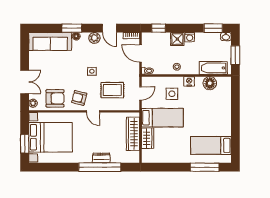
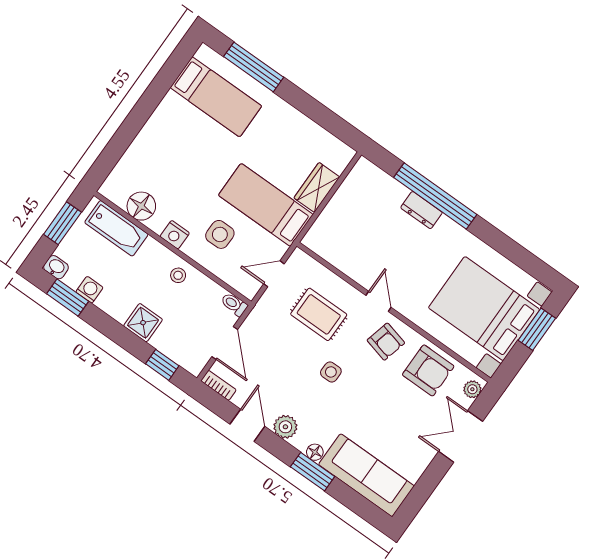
washing machine: (190, 37) -> (89, 290), moved
armchair: (55, 98) -> (428, 370), turned 180
wardrobe: (133, 134) -> (337, 213), removed

